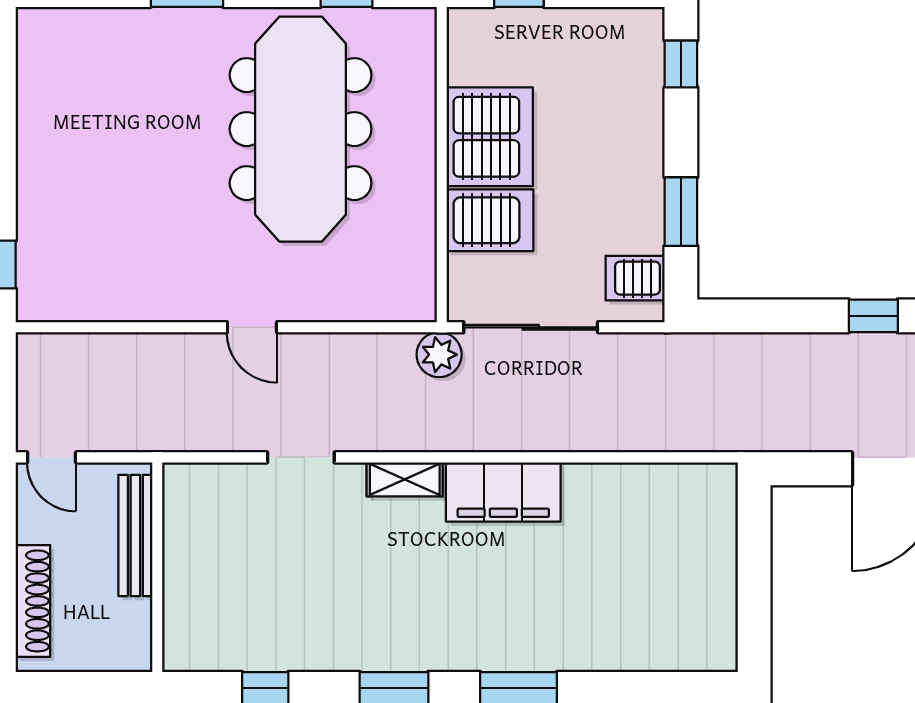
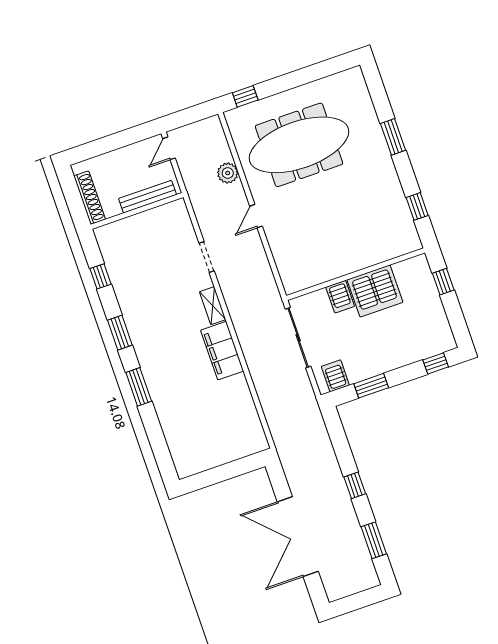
meeting table: (301, 129) -> (299, 145), moved
server rack: (490, 220) -> (340, 297), width x0.73, depth x0.70
plant: (439, 355) -> (228, 173), moved
shoe rack: (33, 601) -> (90, 198), moved, turned -90

